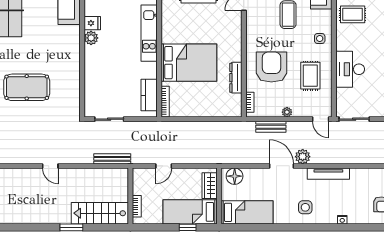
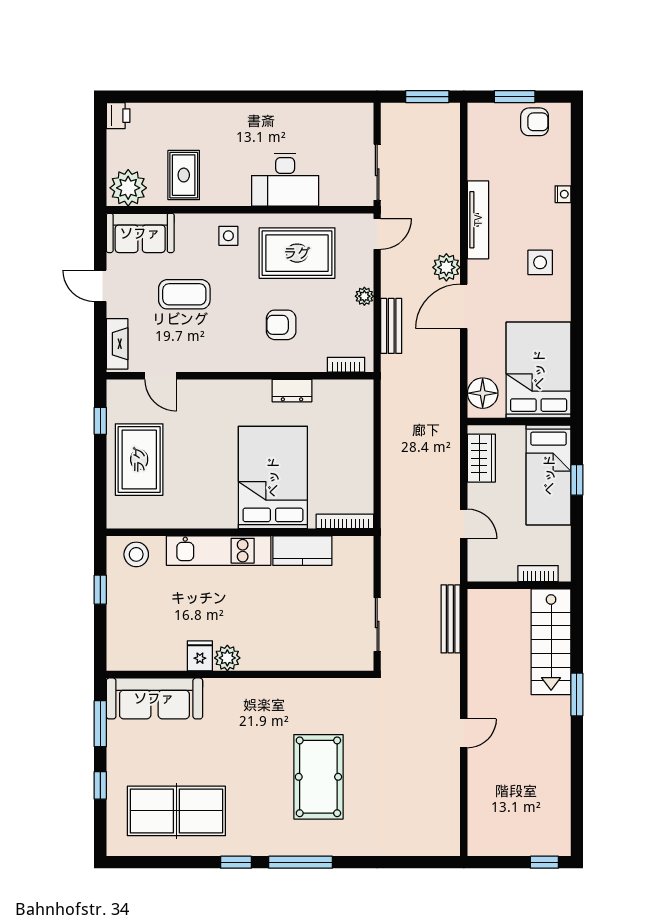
armchair: (271, 67) -> (281, 325), width x0.53, depth x0.53
rug: (310, 76) -> (297, 253), width x1.36, depth x1.43
dresser: (236, 78) -> (292, 391), width x0.70
kitchen counter: (149, 95) -> (302, 551), moved
wardrobe: (210, 186) -> (481, 458), moved, turned -90
bed: (247, 212) -> (539, 370), width x1.50

